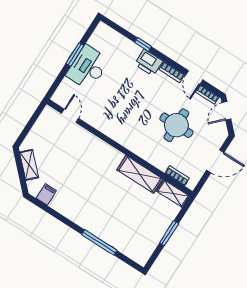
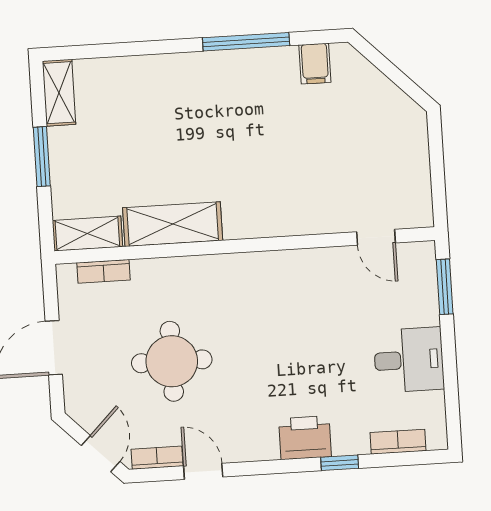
window: (75, 55) -> (445, 287), moved
desk: (88, 67) -> (409, 360), width x0.73
bookcase: (172, 72) -> (398, 442), moved
shelving: (29, 165) -> (59, 93), moved, turned 45
window: (99, 242) -> (246, 42), moved

